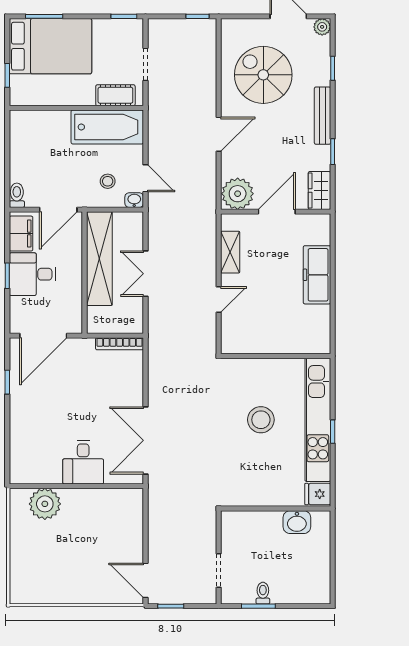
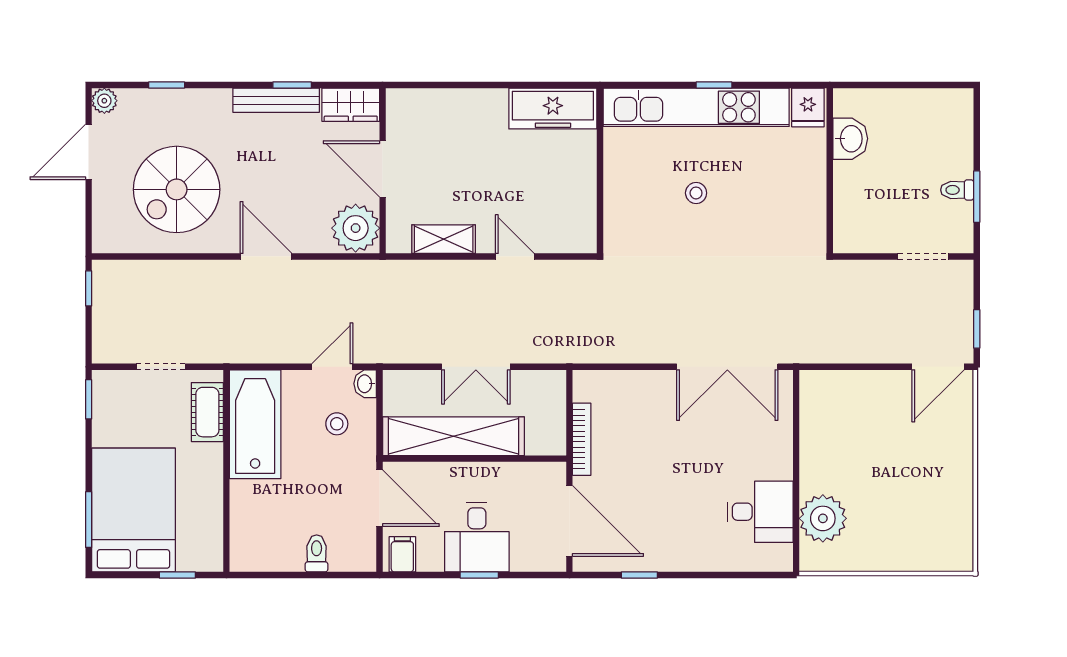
bench: (323, 116) -> (276, 100), moved
toilet: (17, 195) -> (317, 553), moved, turned 90
filing cabinet: (21, 234) -> (402, 554), width x0.50
freezer: (317, 275) -> (553, 109), moved
bookcase: (120, 344) -> (582, 439), moved
stool: (261, 420) -> (696, 193), width x0.53, depth x0.53
desk: (83, 462) -> (760, 512), moved

